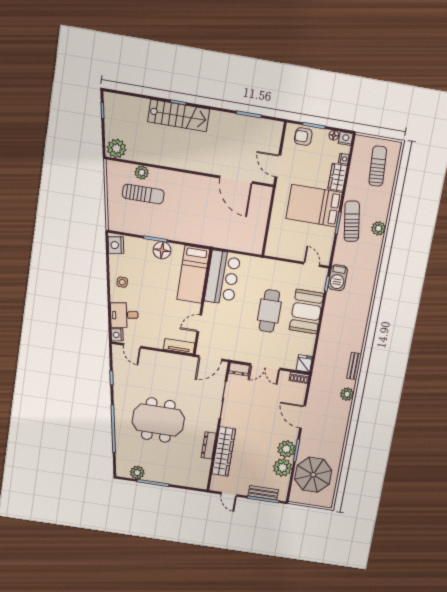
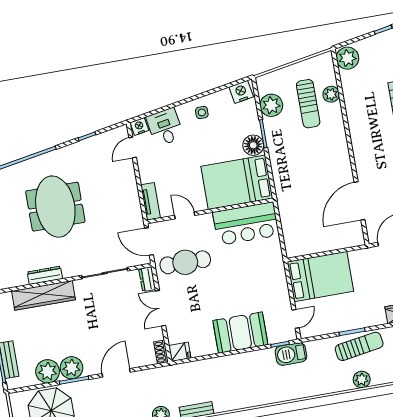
bed: (314, 206) -> (320, 277), moved, turned 90
plant: (135, 225) -> (271, 105), added
bed: (193, 274) -> (237, 182), width x1.50
cafe table: (269, 311) -> (185, 262), moved

